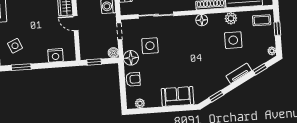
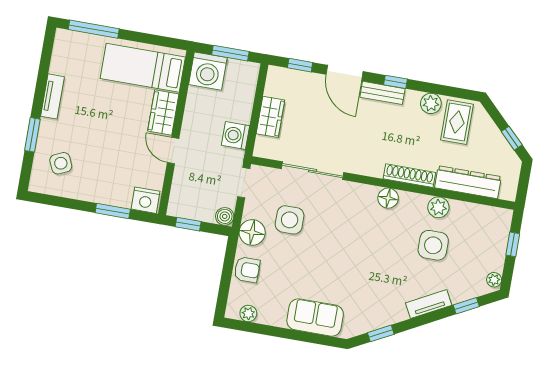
coffee table: (262, 20) -> (490, 224), removed
nightstand: (56, 55) -> (146, 200), moved
window: (21, 67) -> (113, 211), moved

